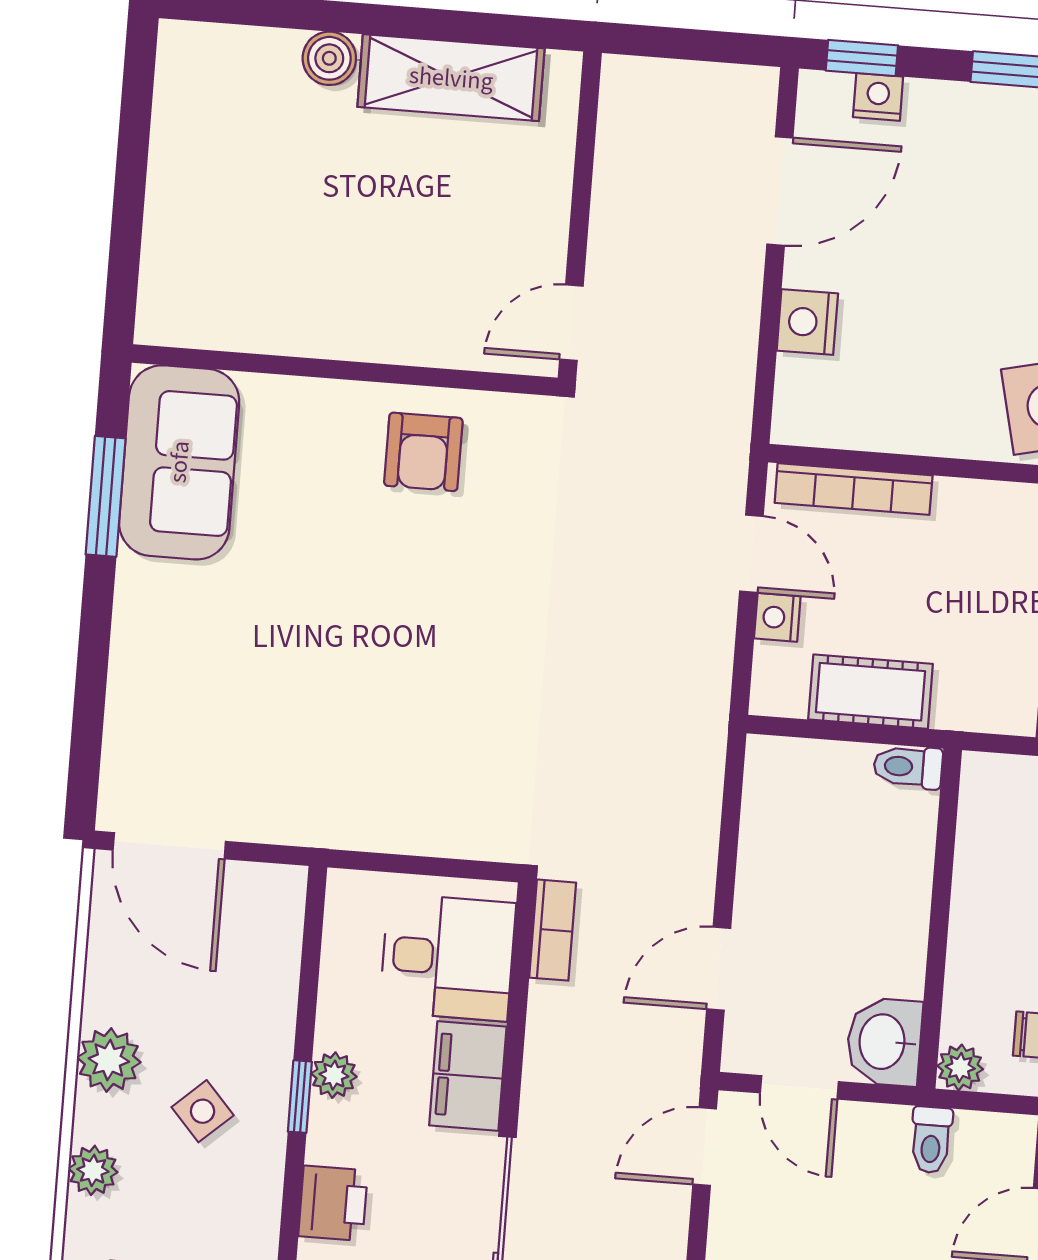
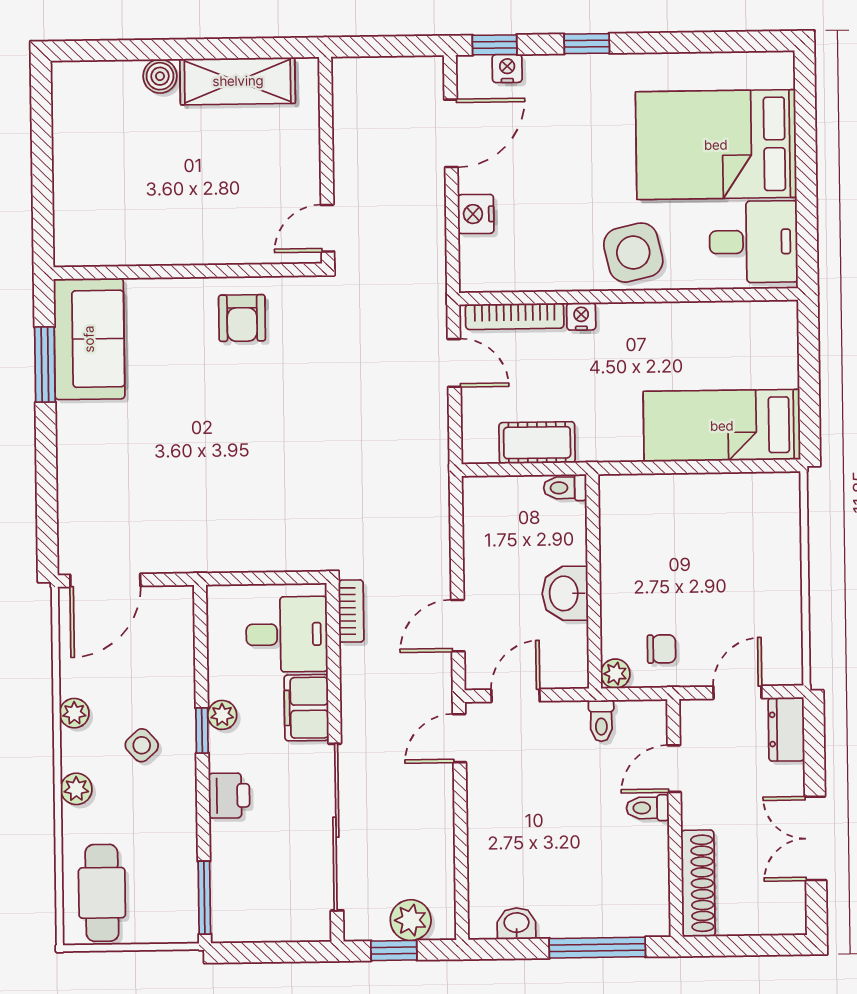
nightstand: (777, 617) -> (581, 316), moved, turned 90
door: (169, 846) -> (105, 580), hinge flipped
washbasin: (884, 1042) -> (565, 593), moved
plant: (109, 1060) -> (74, 713), width x0.73, depth x0.73
door: (799, 1087) -> (515, 695), swing flipped

